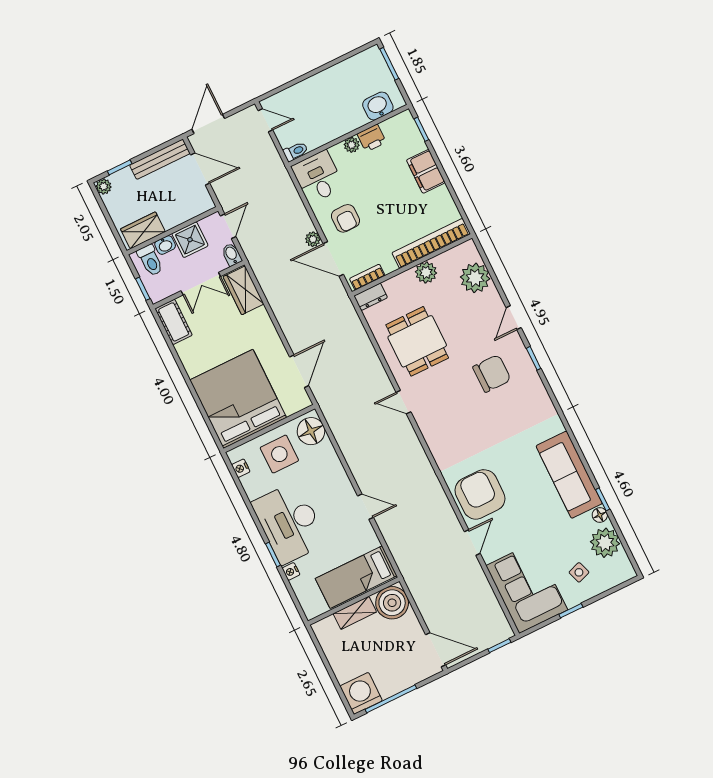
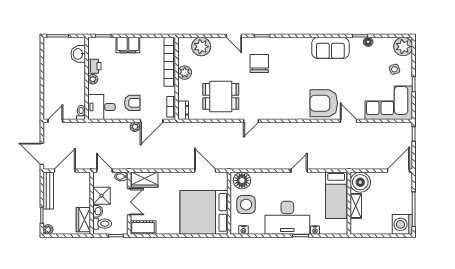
sofa: (569, 475) -> (330, 48), width x0.73
plant: (605, 543) -> (403, 47), moved

